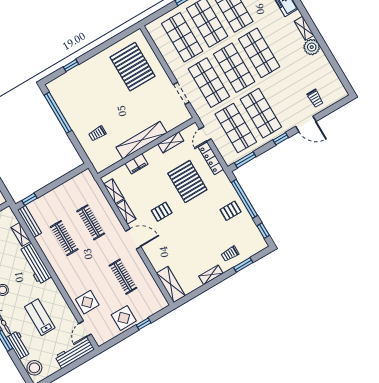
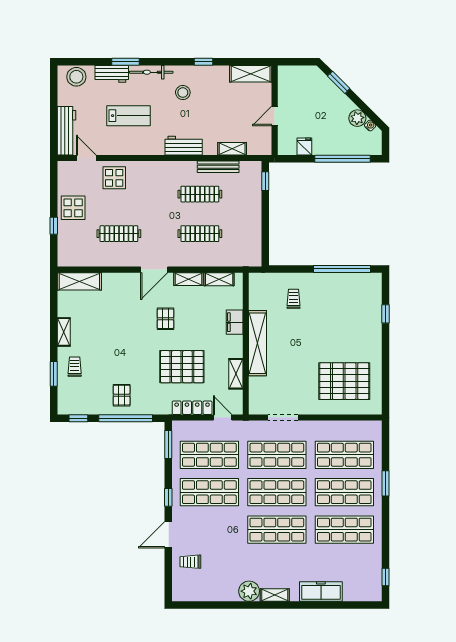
bench: (29, 221) -> (218, 167), moved
workbench: (35, 264) -> (184, 146), width x0.73

